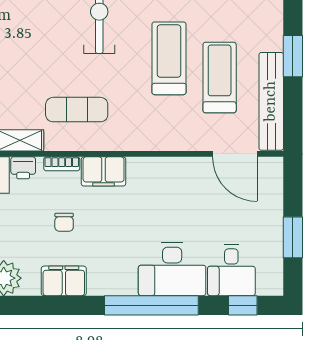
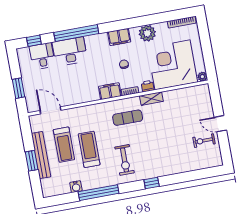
treadmill: (169, 58) -> (89, 149), turned 180
bench: (271, 101) -> (41, 155), moved
window: (293, 237) -> (18, 88), moved

